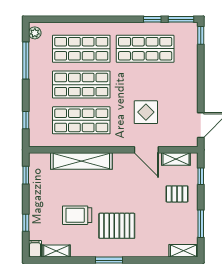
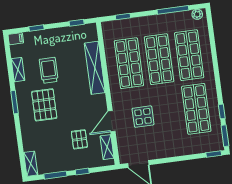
window: (201, 176) -> (82, 172), moved
pallet: (177, 194) -> (79, 139), moved
shelving: (56, 251) -> (18, 70), moved

